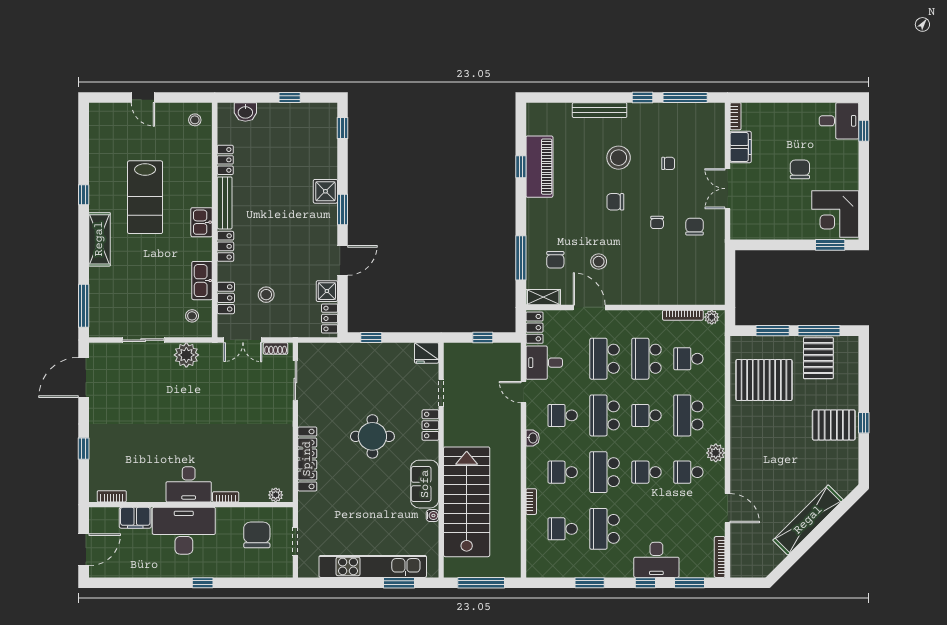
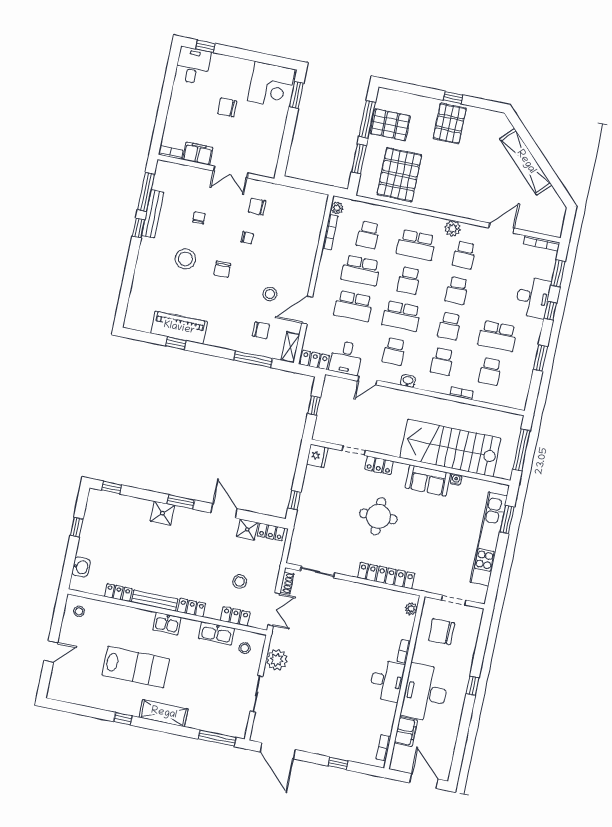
bench: (600, 110) -> (153, 214), moved
school desk: (605, 472) -> (449, 326), width x0.54

